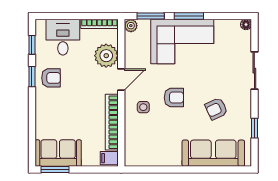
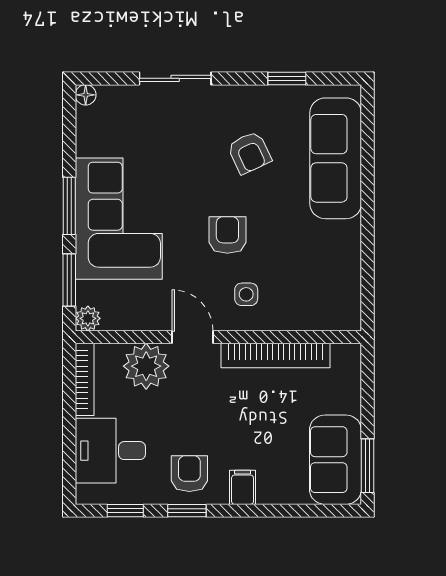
filing cabinet: (109, 158) -> (243, 487), moved, turned 180

